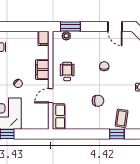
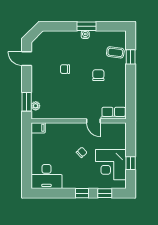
door: (115, 27) -> (27, 59), swing flipped
filing cabinet: (42, 70) -> (68, 129), removed
wheelchair: (67, 71) -> (70, 105), removed

